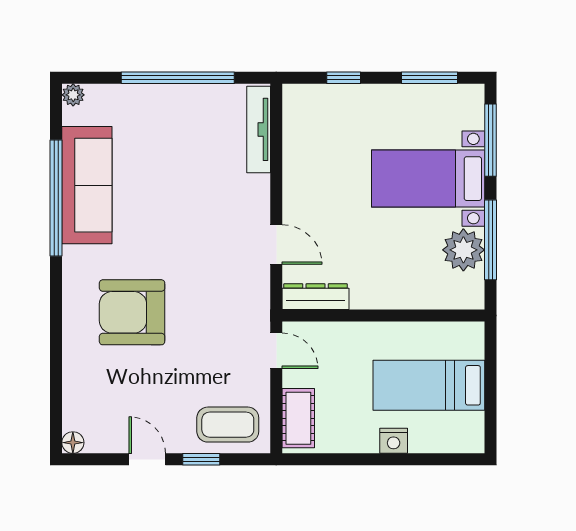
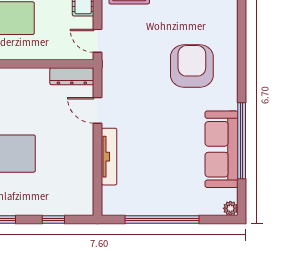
tv unit: (259, 129) -> (109, 157), moved
armchair: (132, 312) -> (192, 66), turned -90

